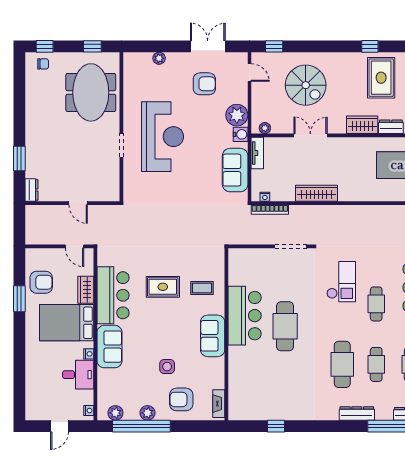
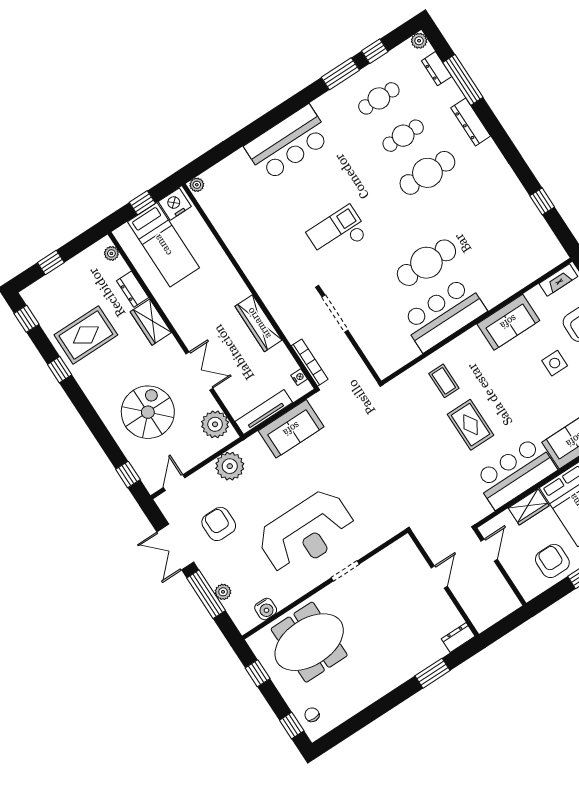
window: (165, 46) -> (206, 594), added
plant: (265, 128) -> (215, 424), width x1.88, depth x1.88
water cooler: (241, 134) -> (266, 609), moved, turned 180
double door: (310, 135) -> (199, 371), swing flipped
reception desk: (163, 137) -> (306, 532), turned 180
tv unit: (257, 153) -> (264, 412), width x1.41
cafe table: (376, 304) -> (337, 179), removed
sofa: (213, 336) -> (508, 322), moved

